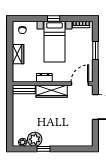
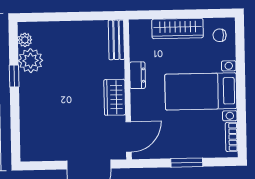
window: (54, 18) -> (241, 89), removed
wardrobe: (18, 54) -> (178, 28), width x1.50
door: (80, 84) -> (129, 137), hinge flipped
wardrobe: (52, 91) -> (115, 97), width x0.67

